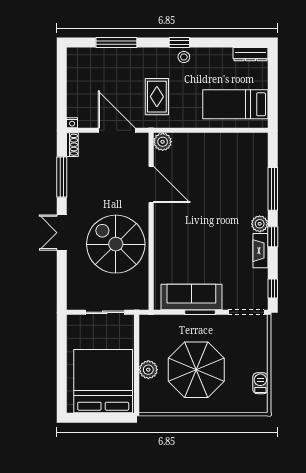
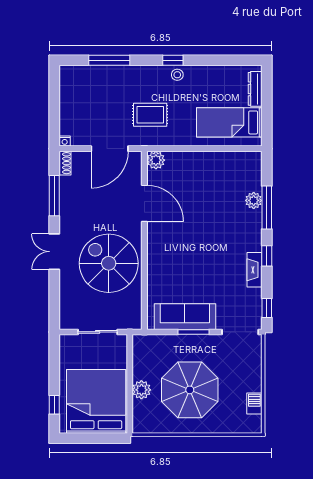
dresser: (251, 54) -> (255, 89), moved, turned 90
rug: (157, 97) -> (150, 115), turned 90
door: (117, 130) -> (110, 149), swing flipped
plant: (260, 224) -> (254, 200), moved
window: (62, 385) -> (54, 405), added

